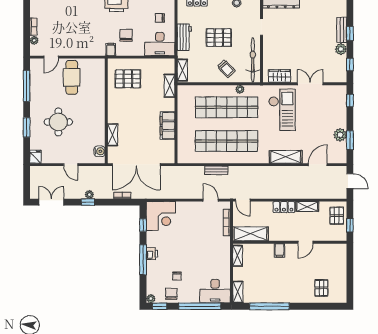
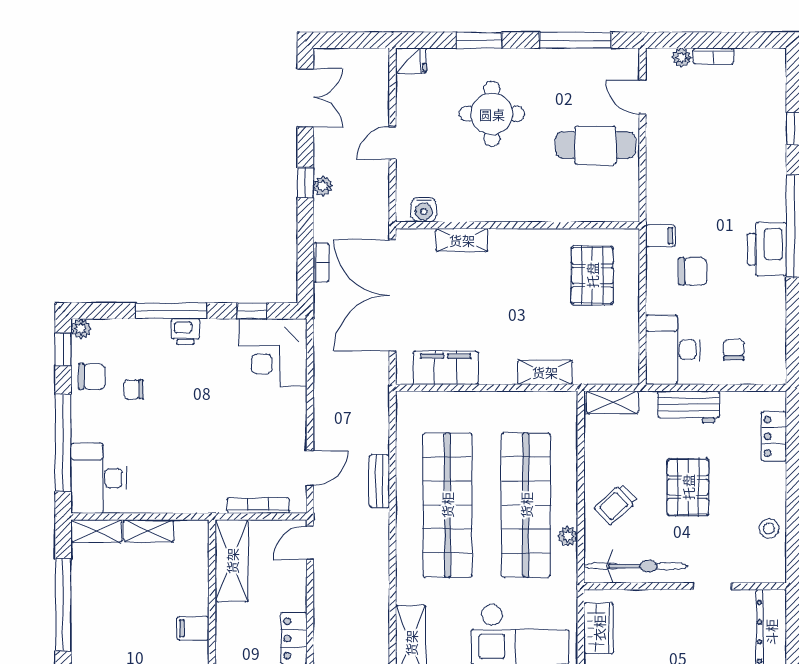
shelving: (169, 86) -> (545, 372), moved
filing cabinet: (168, 126) -> (446, 368), moved
shelving: (238, 256) -> (149, 531), moved

